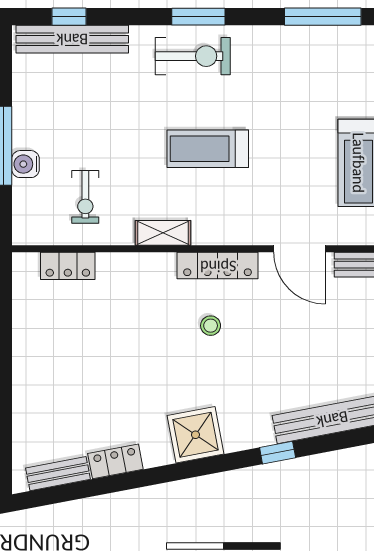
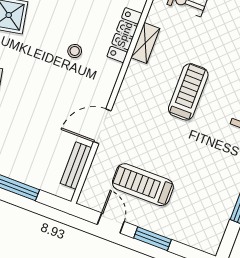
locker: (218, 266) -> (125, 35), moved

